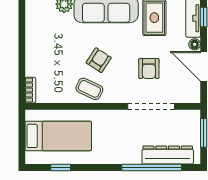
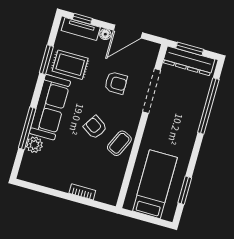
bookcase: (30, 90) -> (82, 192), moved
dresser: (168, 155) -> (189, 61), moved, turned -90
window: (61, 168) -> (185, 190), width x1.50

